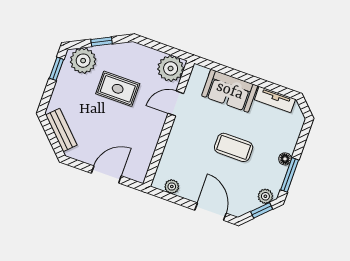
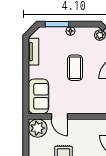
sofa: (230, 91) -> (38, 96), moved
window: (290, 175) -> (57, 24), moved

